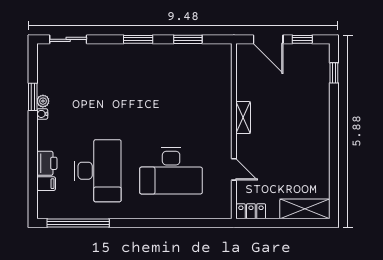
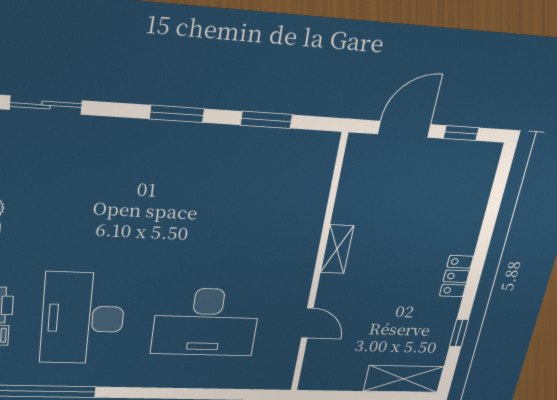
door: (268, 39) -> (404, 129), swing flipped
window: (334, 73) -> (459, 333), moved
desk: (98, 171) -> (83, 319), turned 180
locker: (251, 211) -> (456, 276), moved, turned -90

